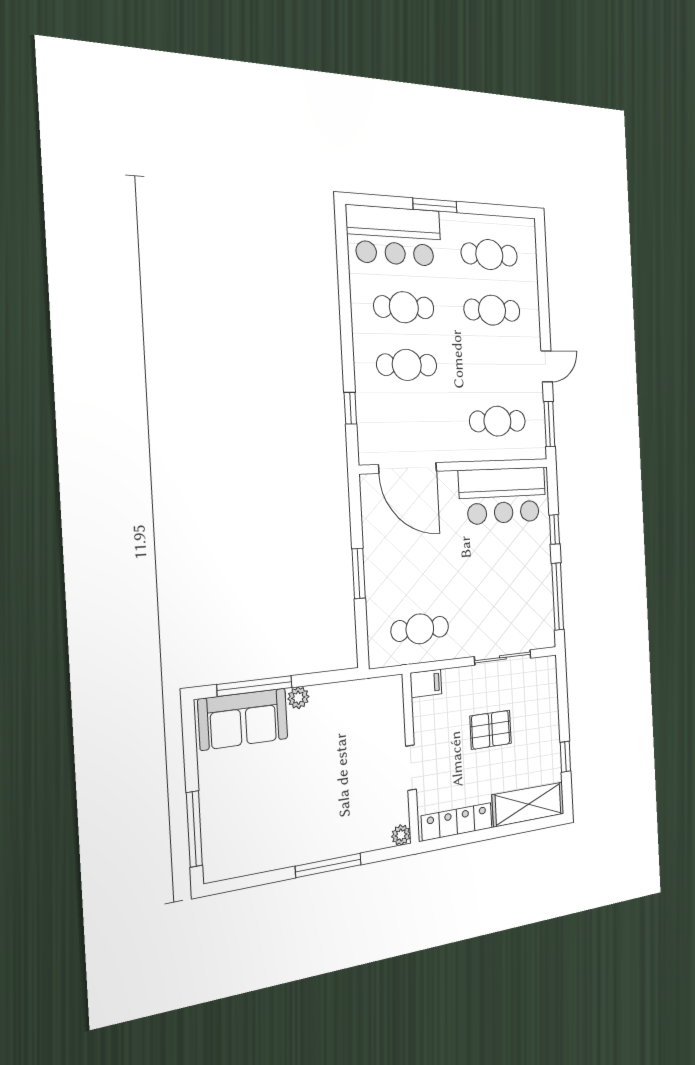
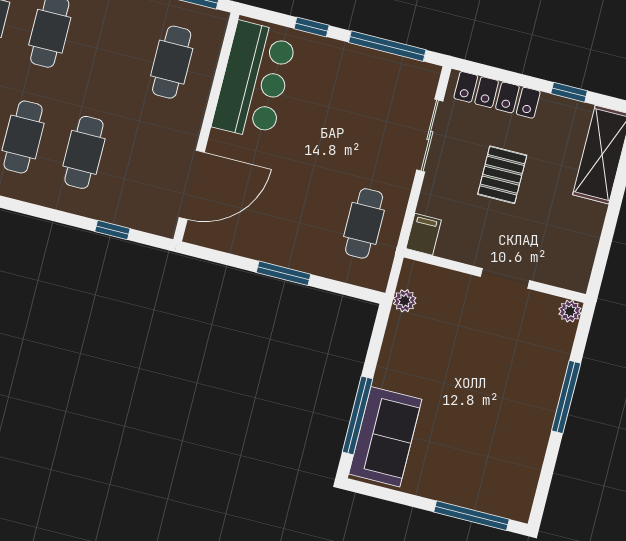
plant: (298, 698) -> (405, 301), moved
locker: (457, 822) -> (497, 95), moved, turned -90

